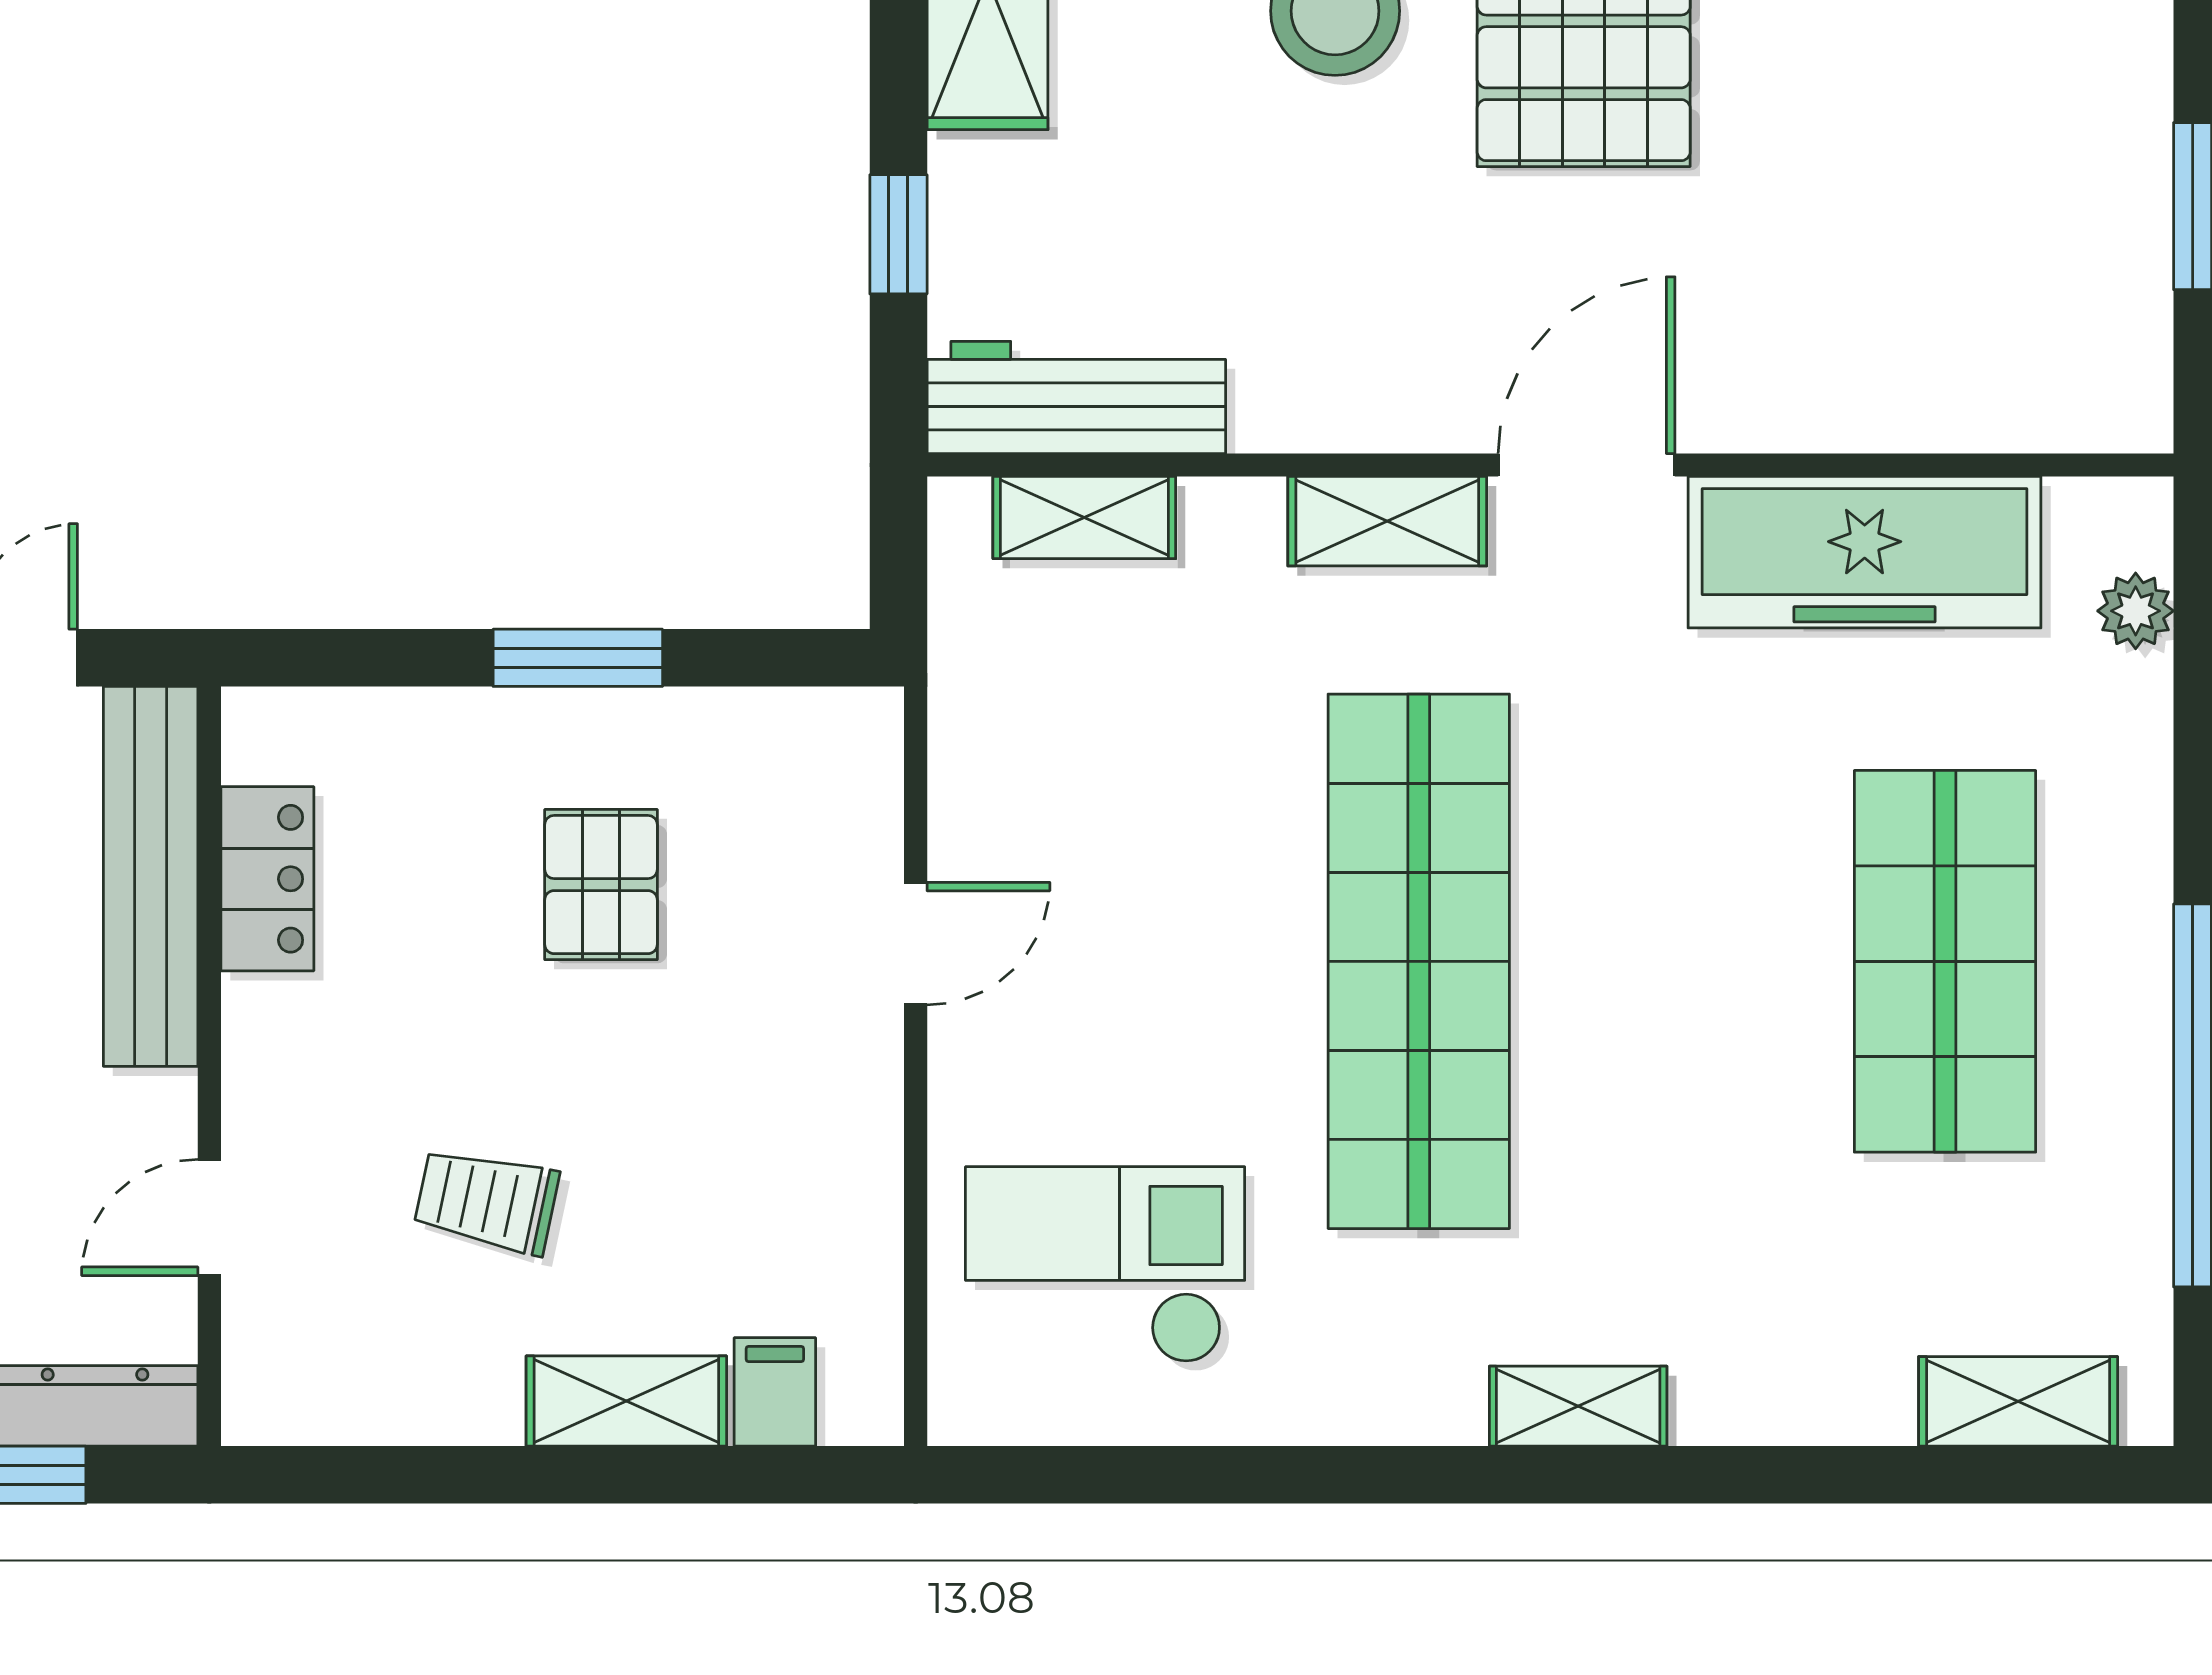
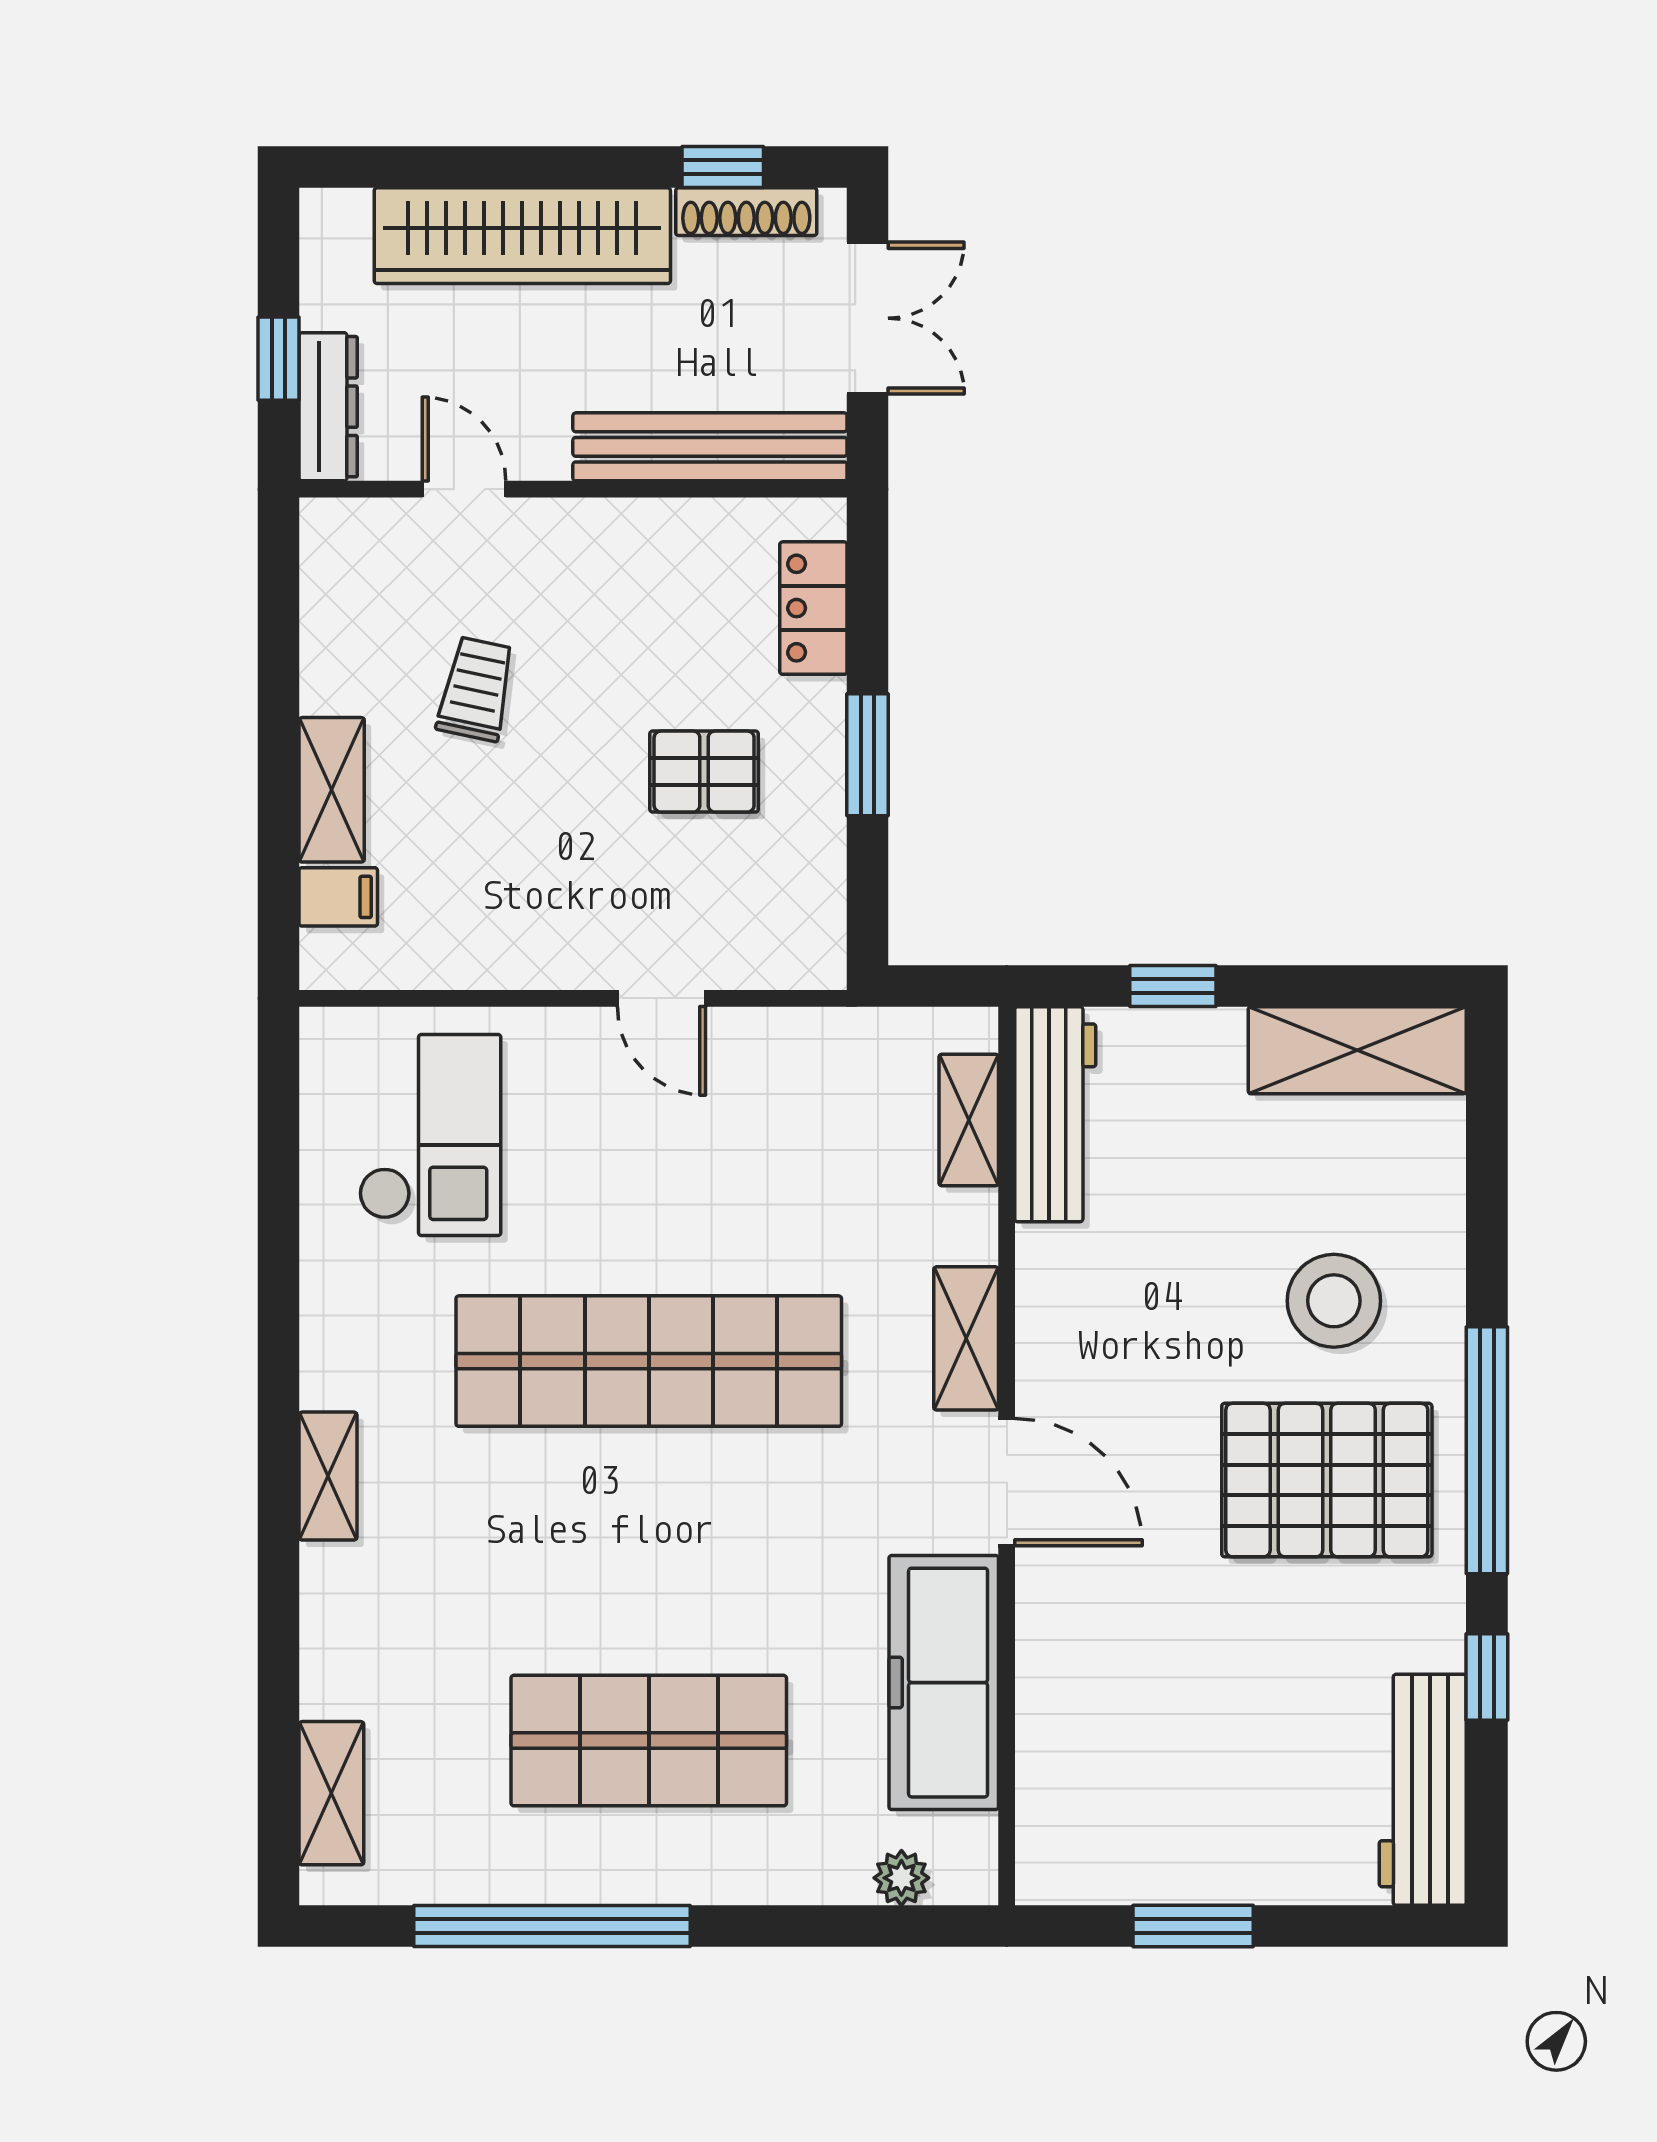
locker: (267, 879) -> (813, 608), moved, turned 90

